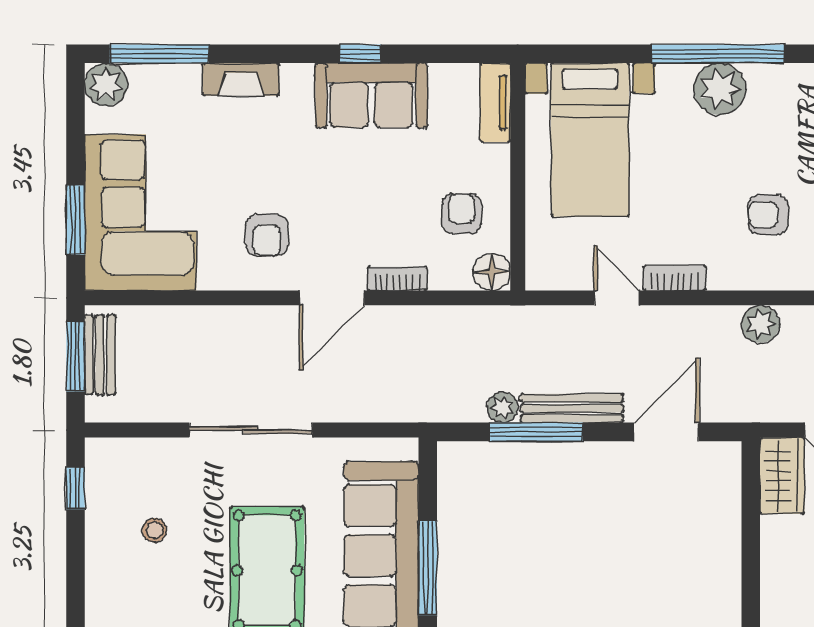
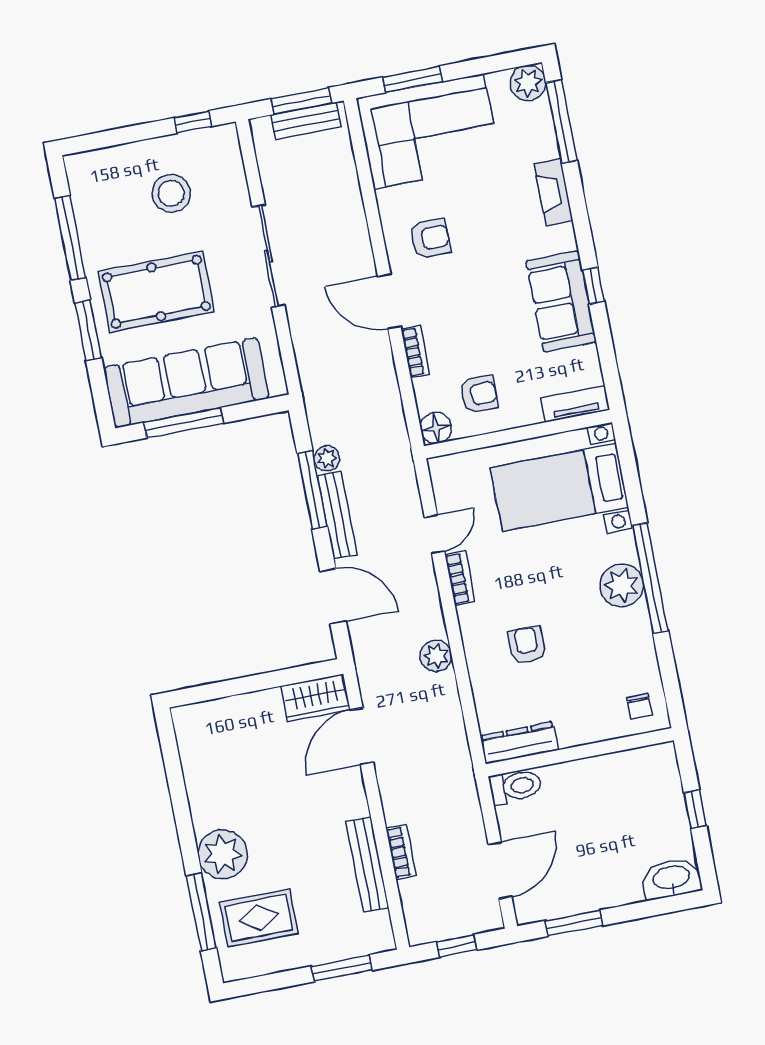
armchair: (267, 235) -> (430, 238), turned 180
stool: (154, 530) -> (171, 193), width x1.89, depth x1.89

